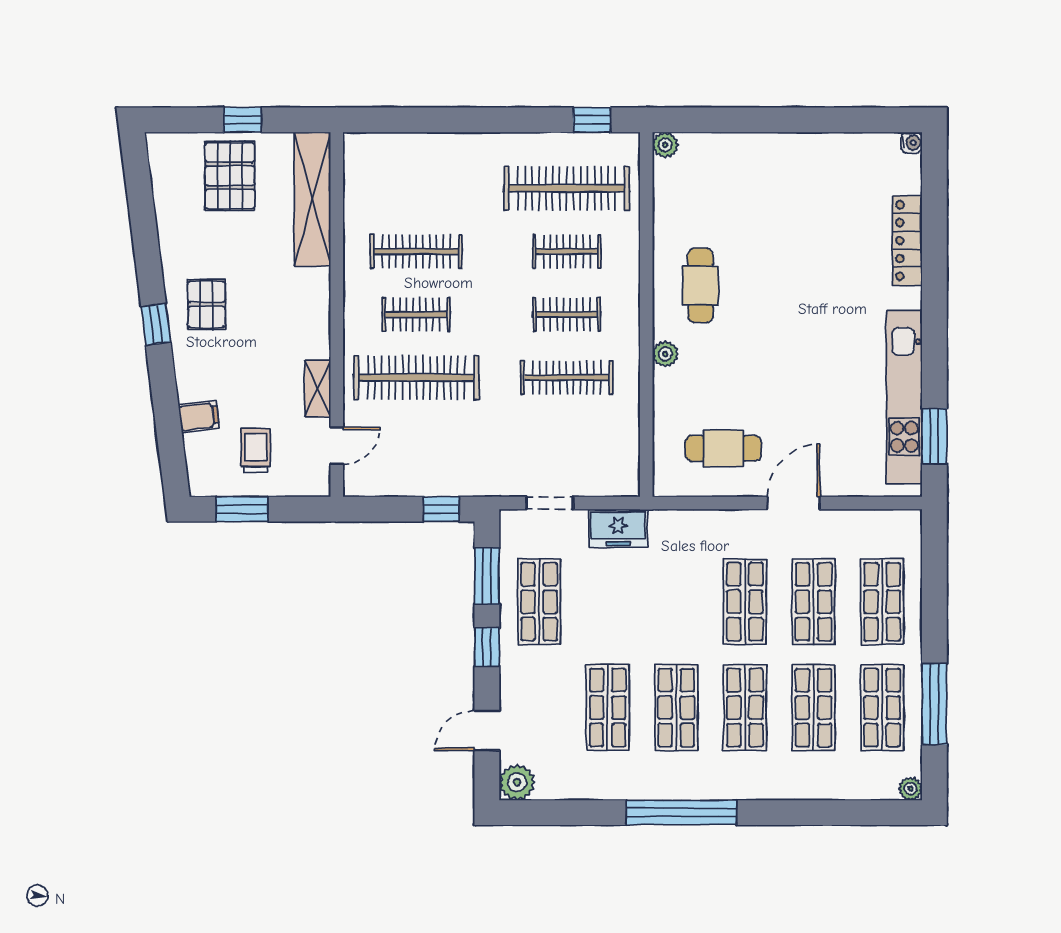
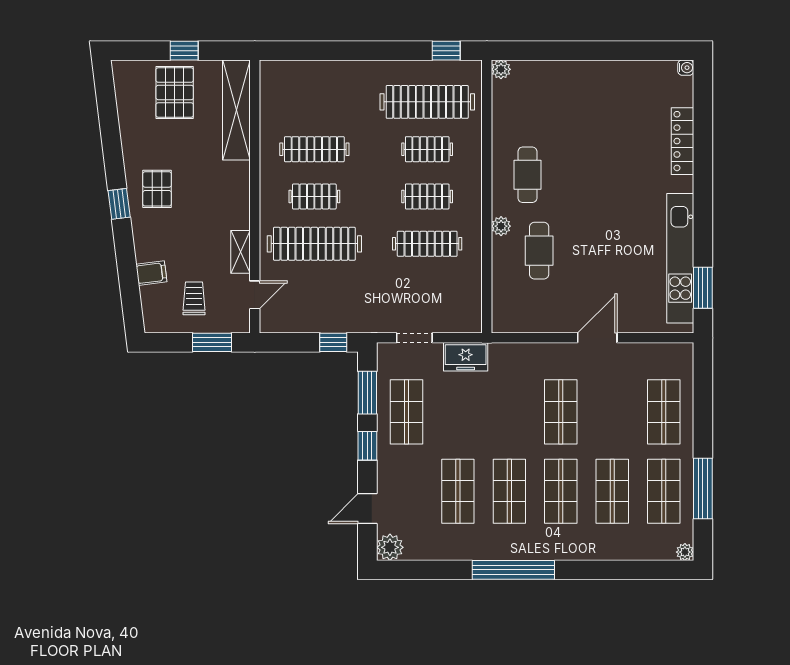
cafe table: (723, 448) -> (539, 251), moved, turned 90
window: (242, 509) -> (212, 342), moved
shop shelf: (814, 602) -> (612, 412), removed

